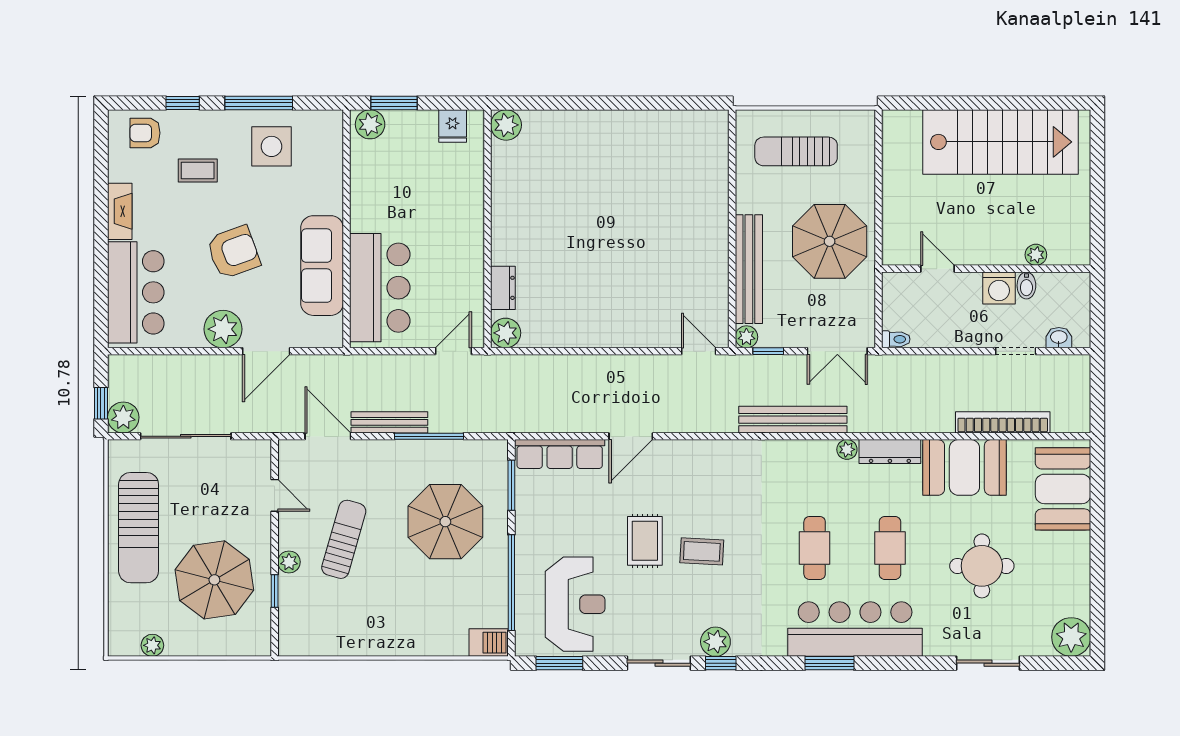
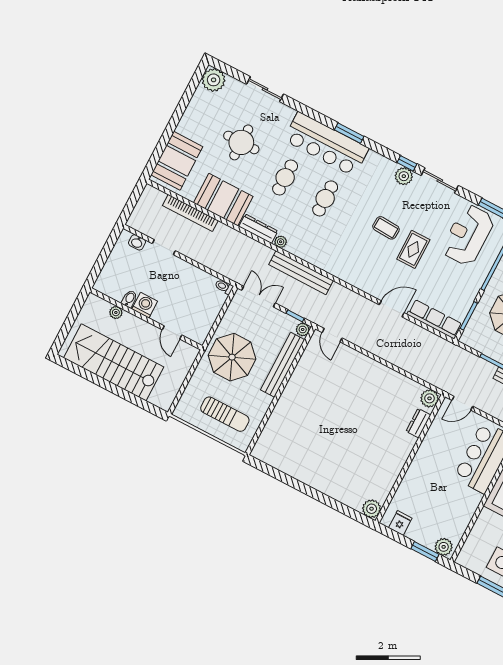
plant: (1036, 255) -> (116, 312), moved
door: (937, 269) -> (172, 332), moved
wall: (986, 269) -> (146, 319), moved
bidet: (1026, 285) -> (129, 299), moved
washing machine: (999, 288) -> (145, 305), moved

